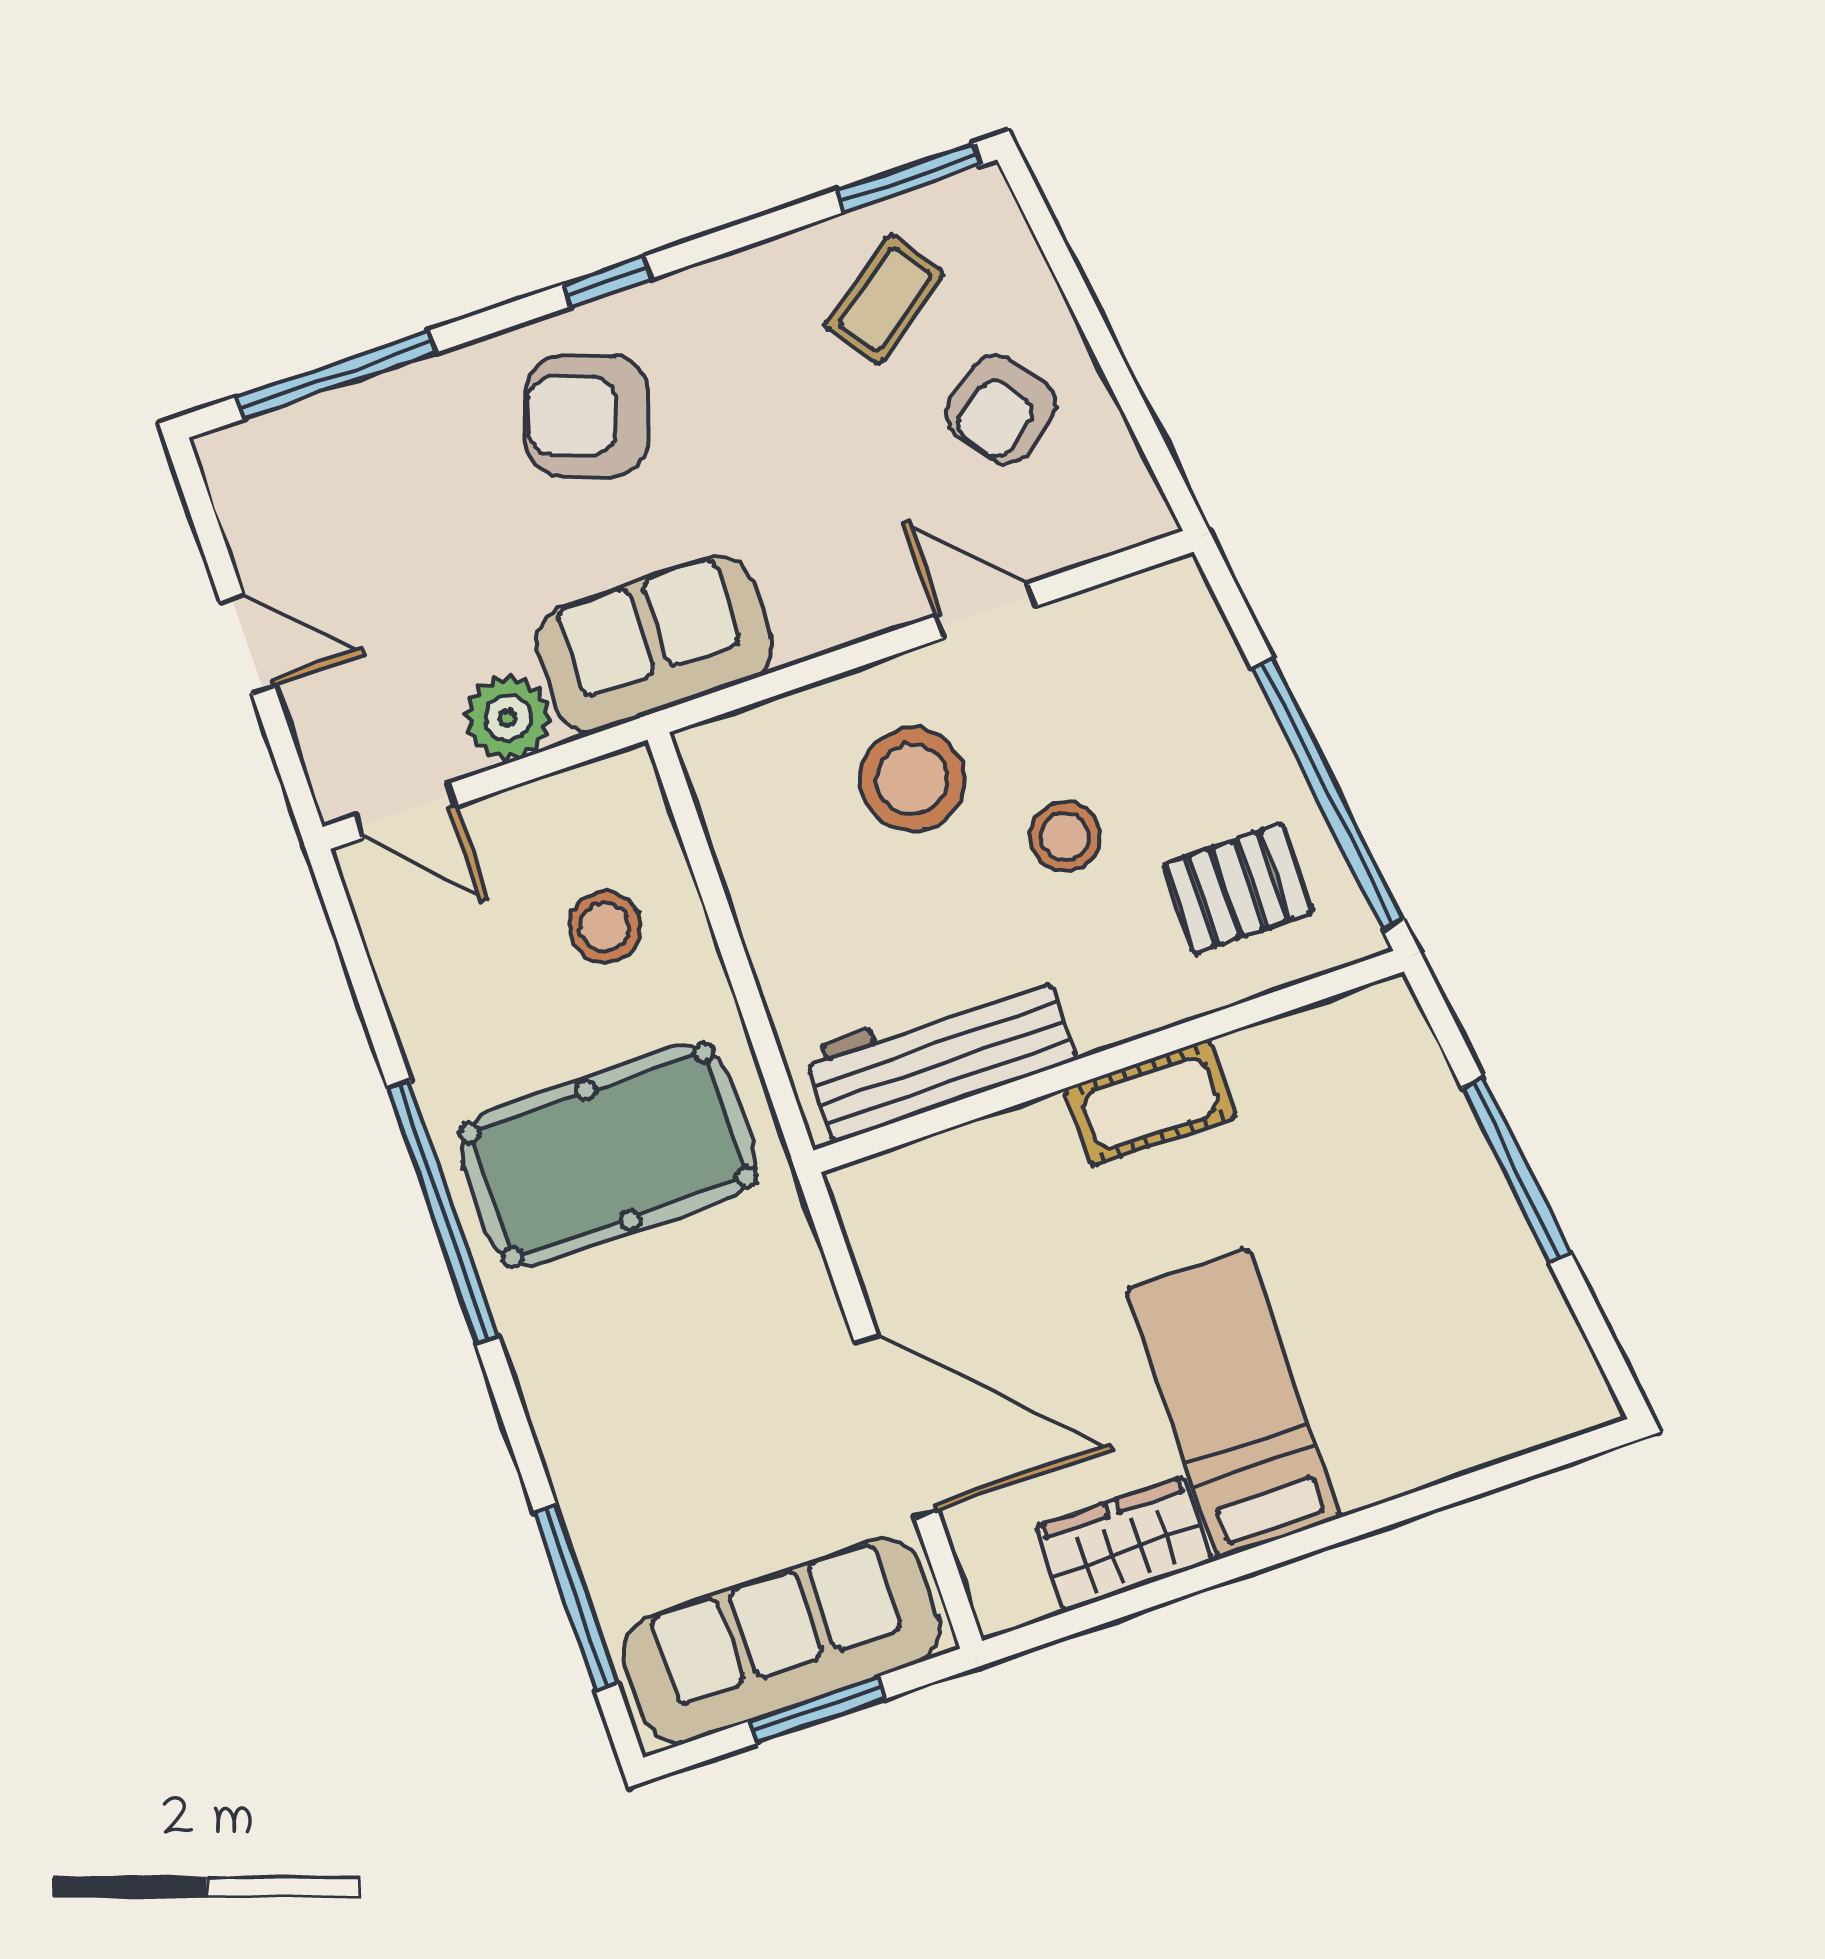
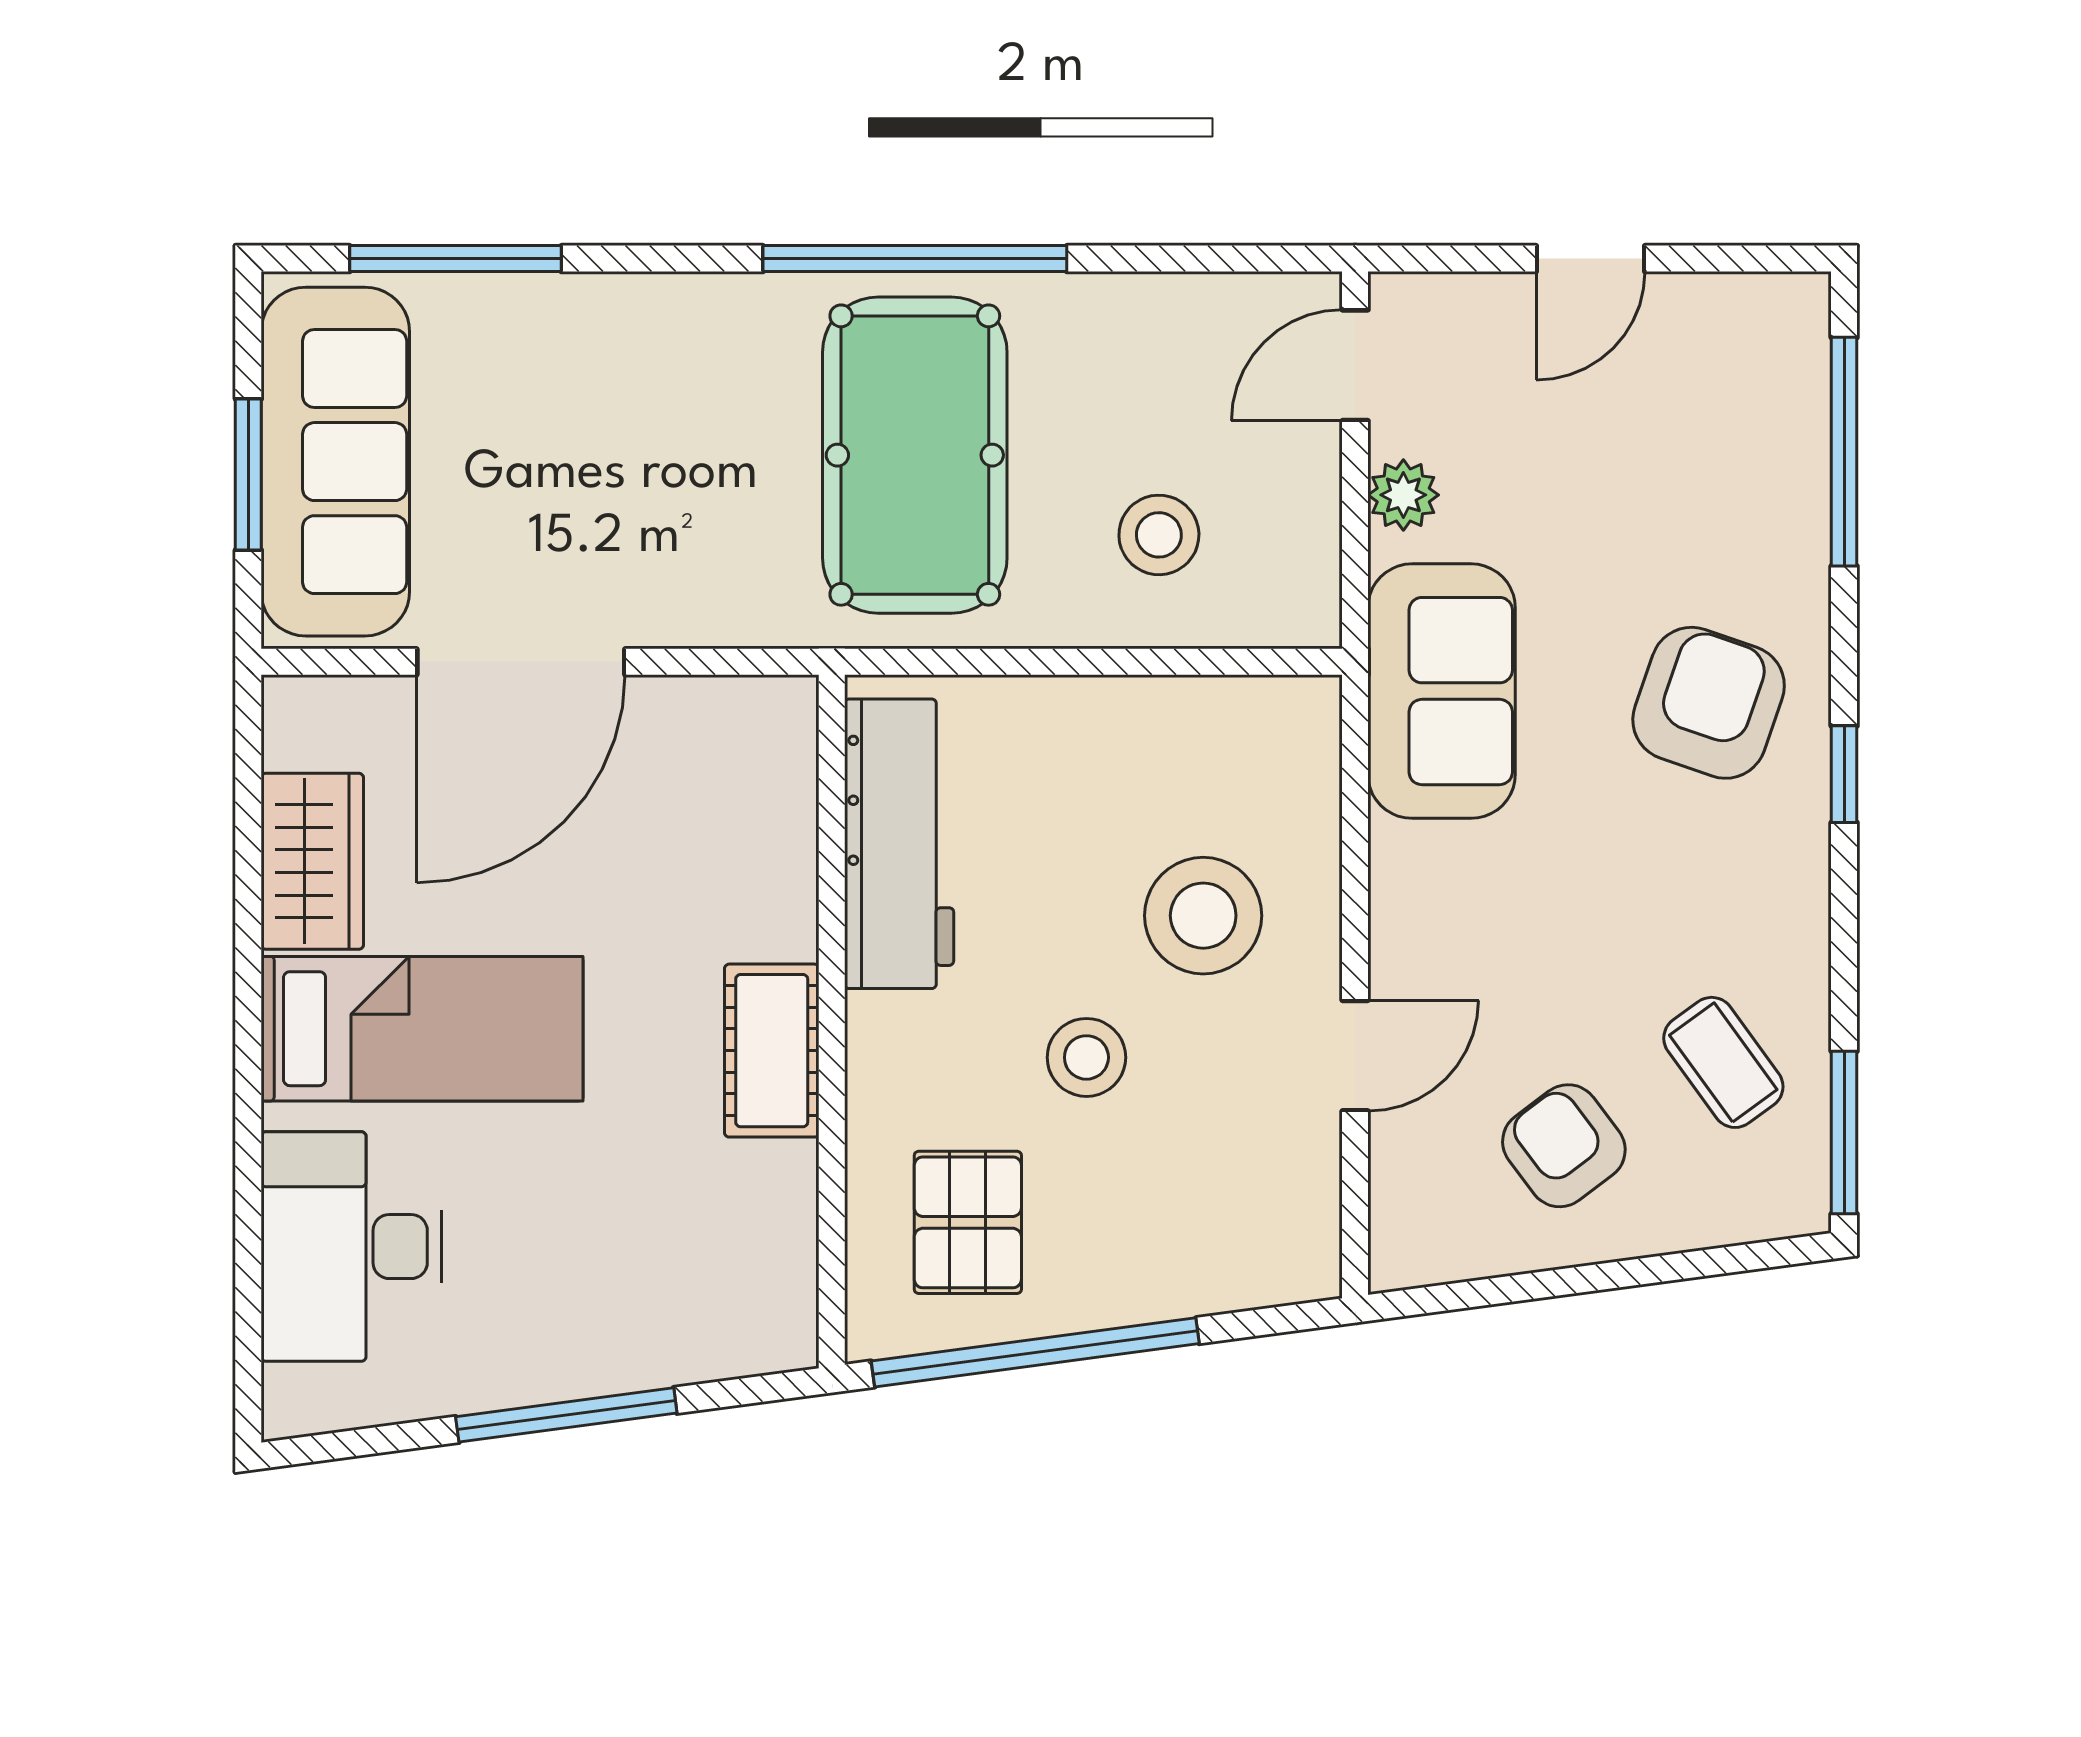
plant: (508, 718) -> (1403, 495), width x0.73, depth x0.73
desk: (1437, 1400) -> (351, 1247), added

